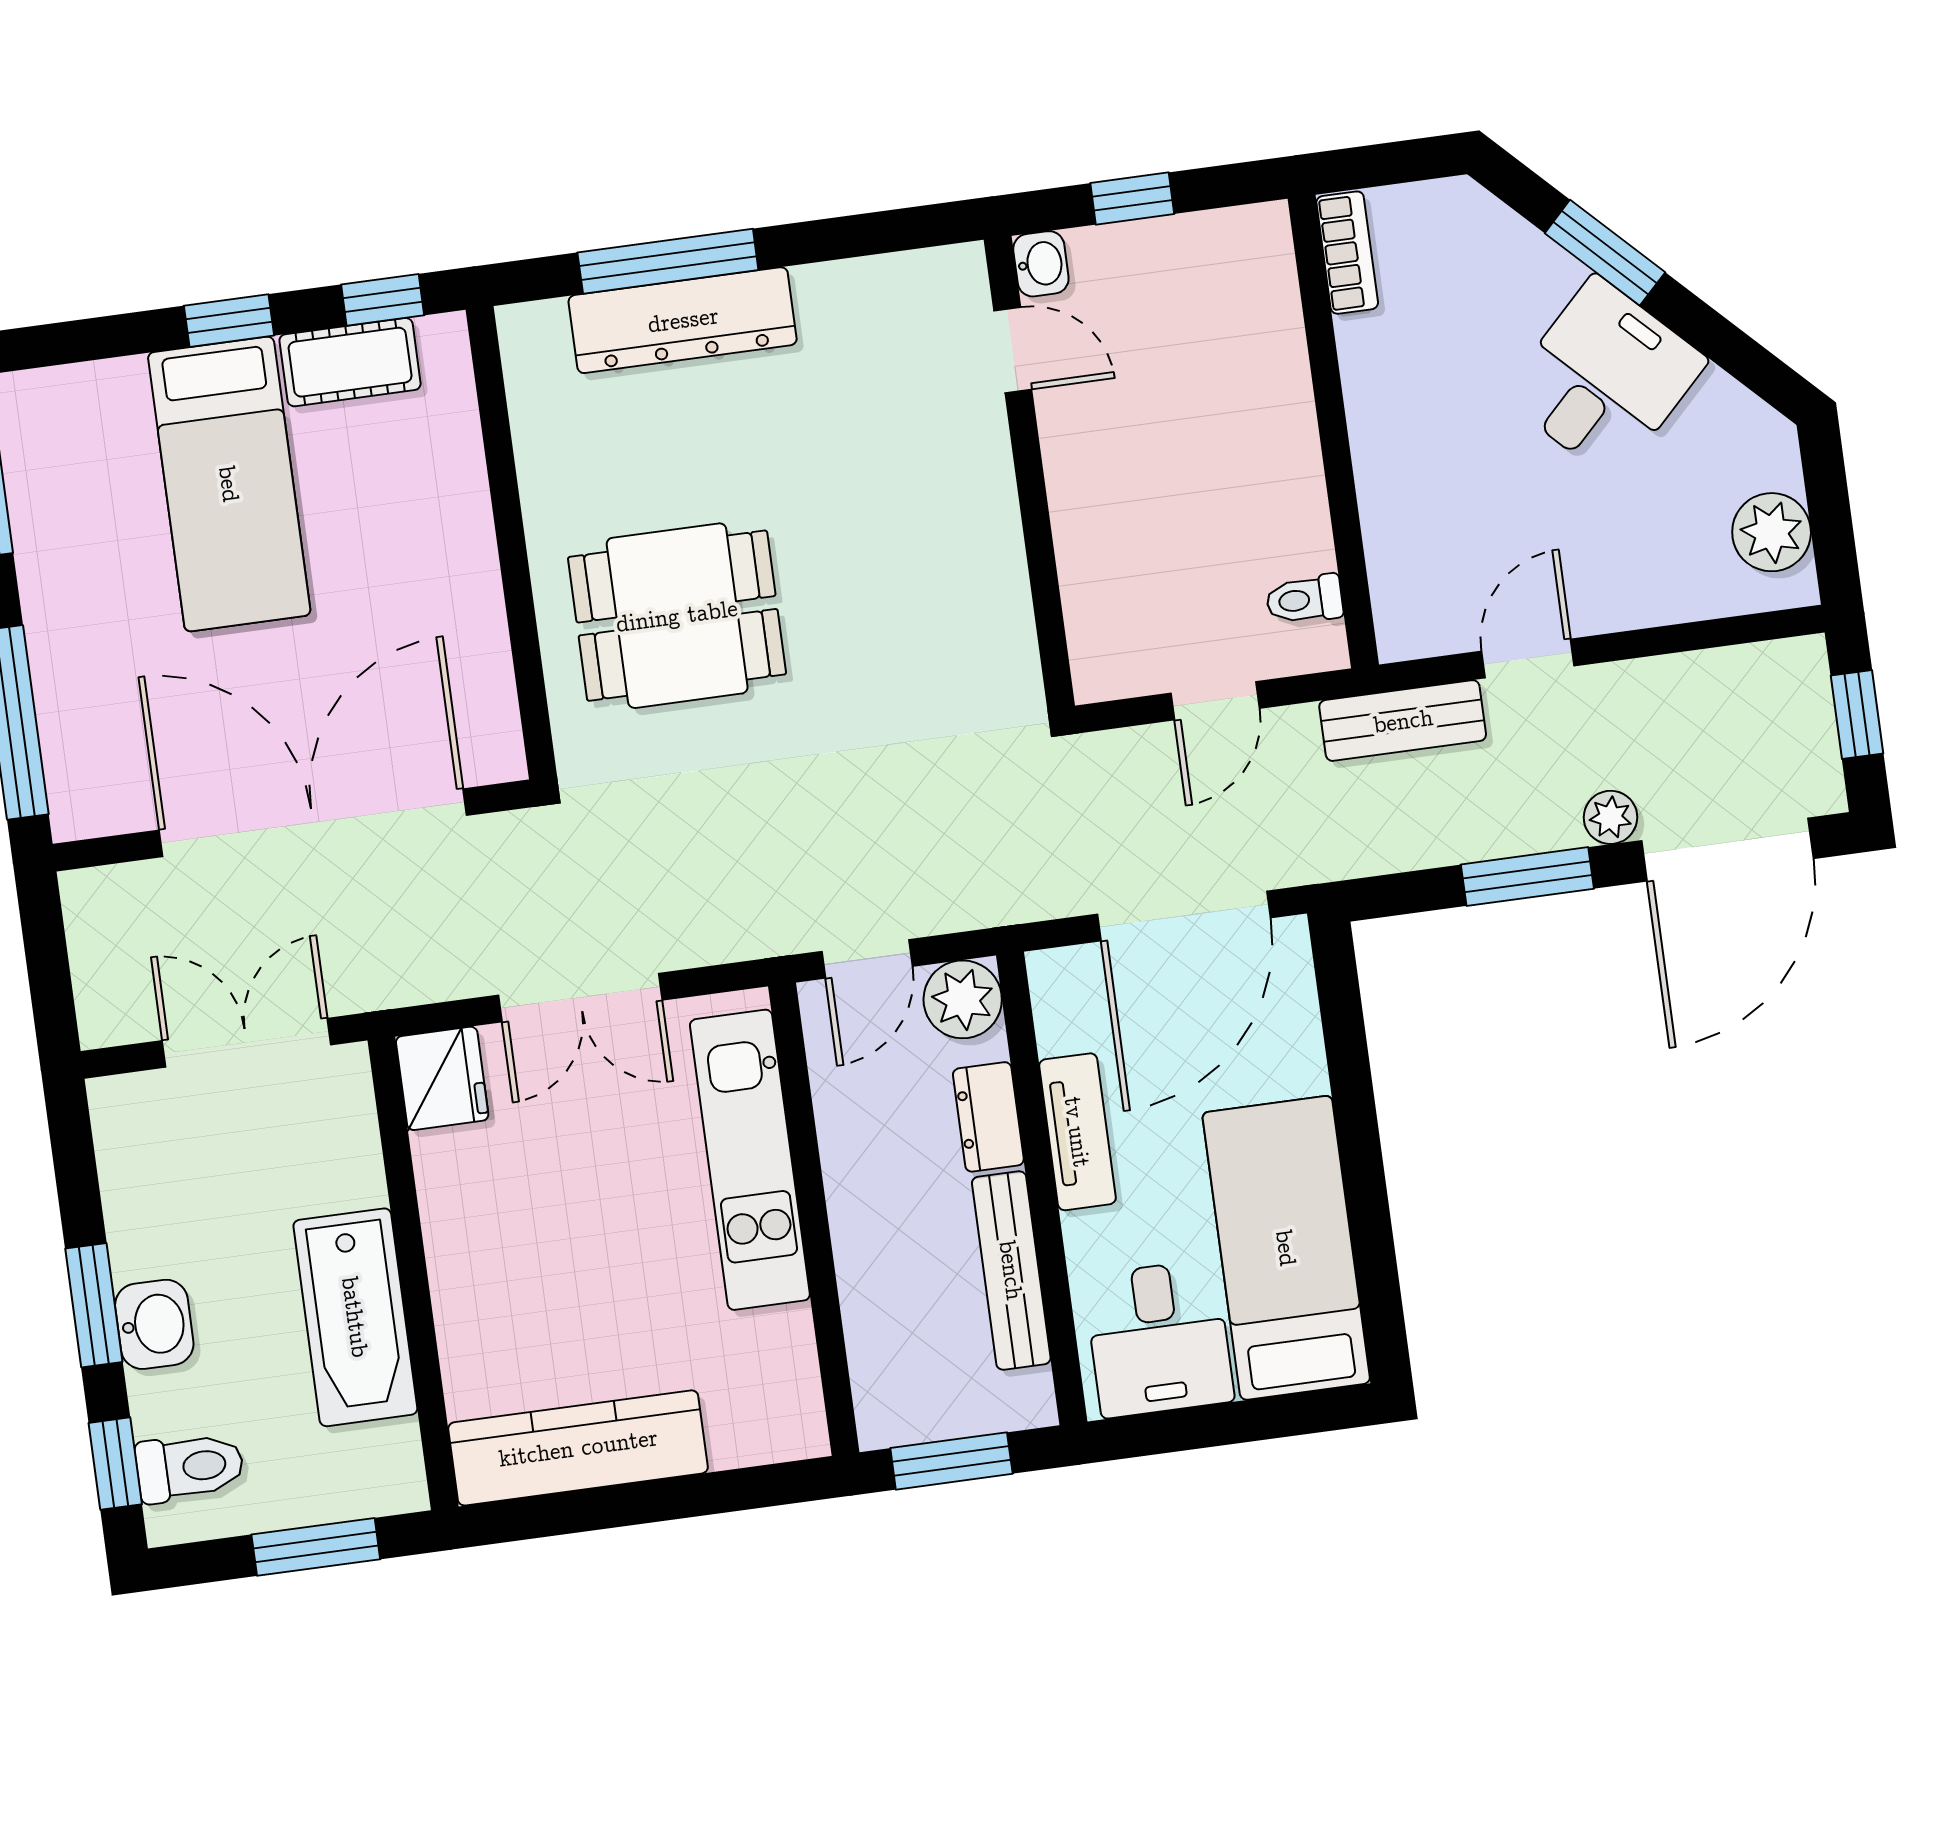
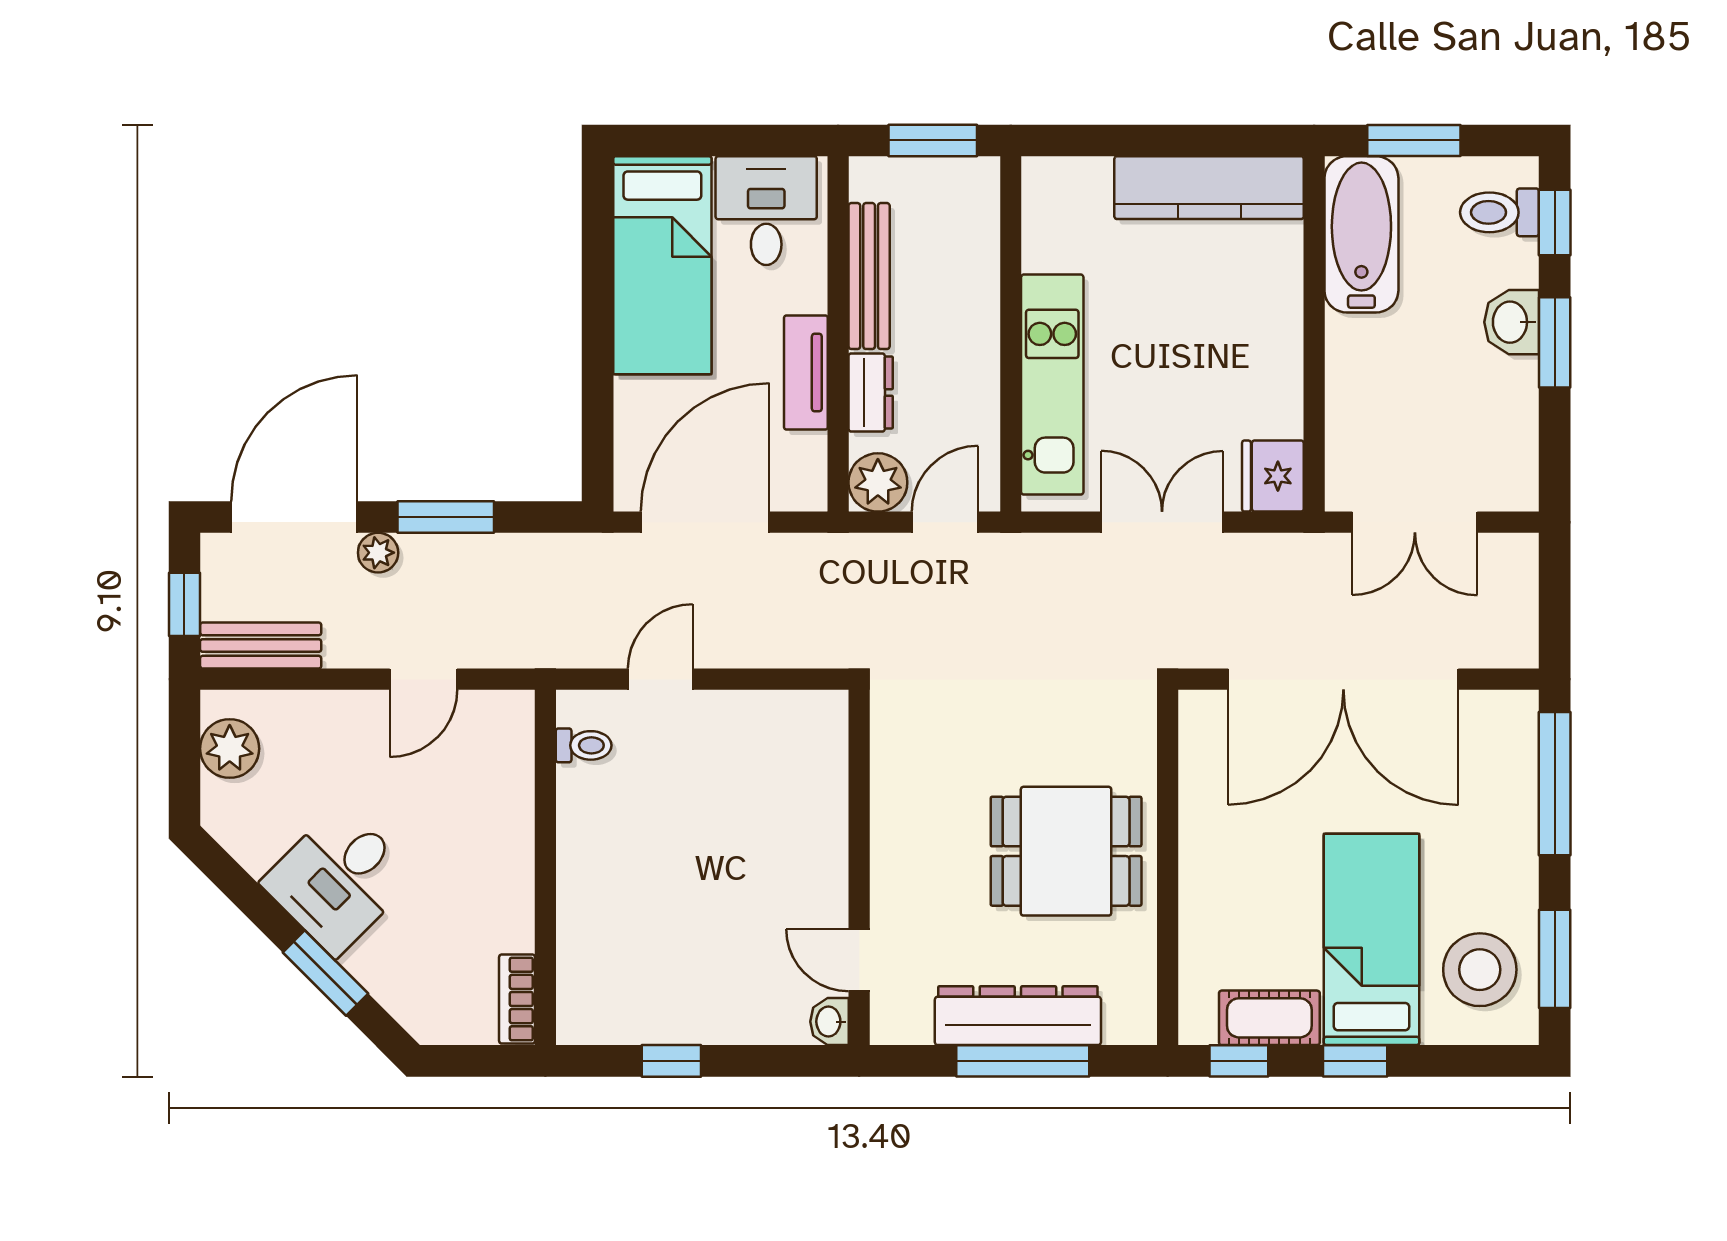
washbasin: (1041, 264) -> (830, 1022), moved
door: (1013, 350) -> (859, 960), moved
stool: (81, 463) -> (1480, 970), added
wall: (1029, 473) -> (859, 867), moved
dining table: (677, 616) -> (1066, 851), moved
bench: (1403, 721) -> (261, 646), moved
bathtub: (355, 1317) -> (1361, 234), moved

